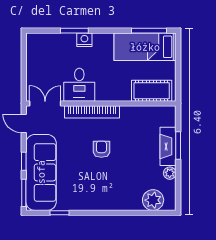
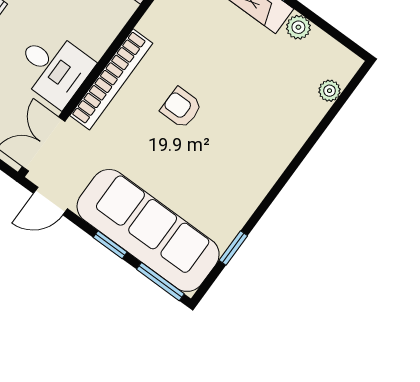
plant: (153, 200) -> (330, 91), width x0.53, depth x0.53

